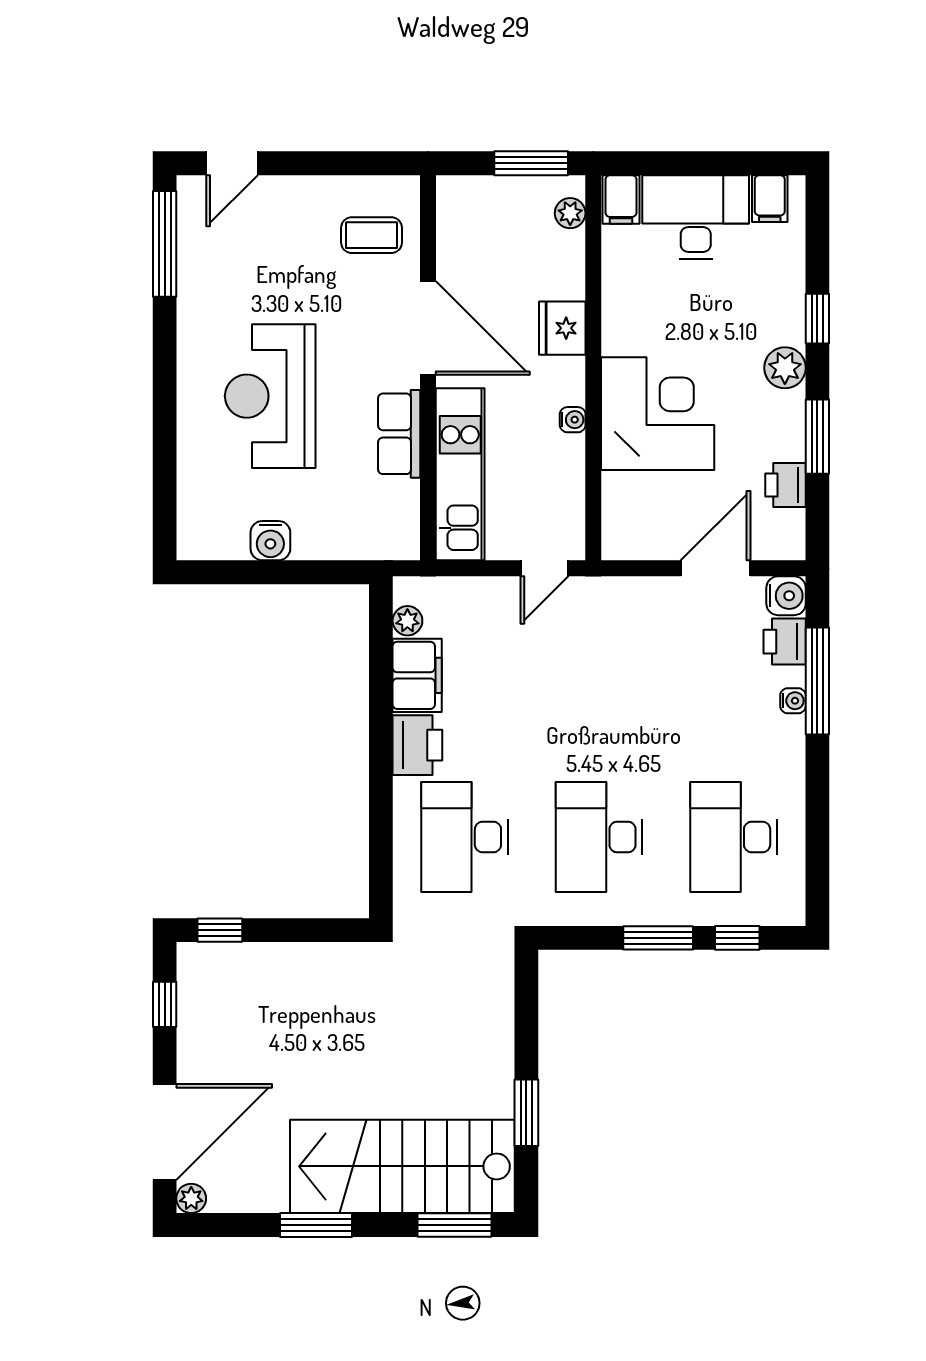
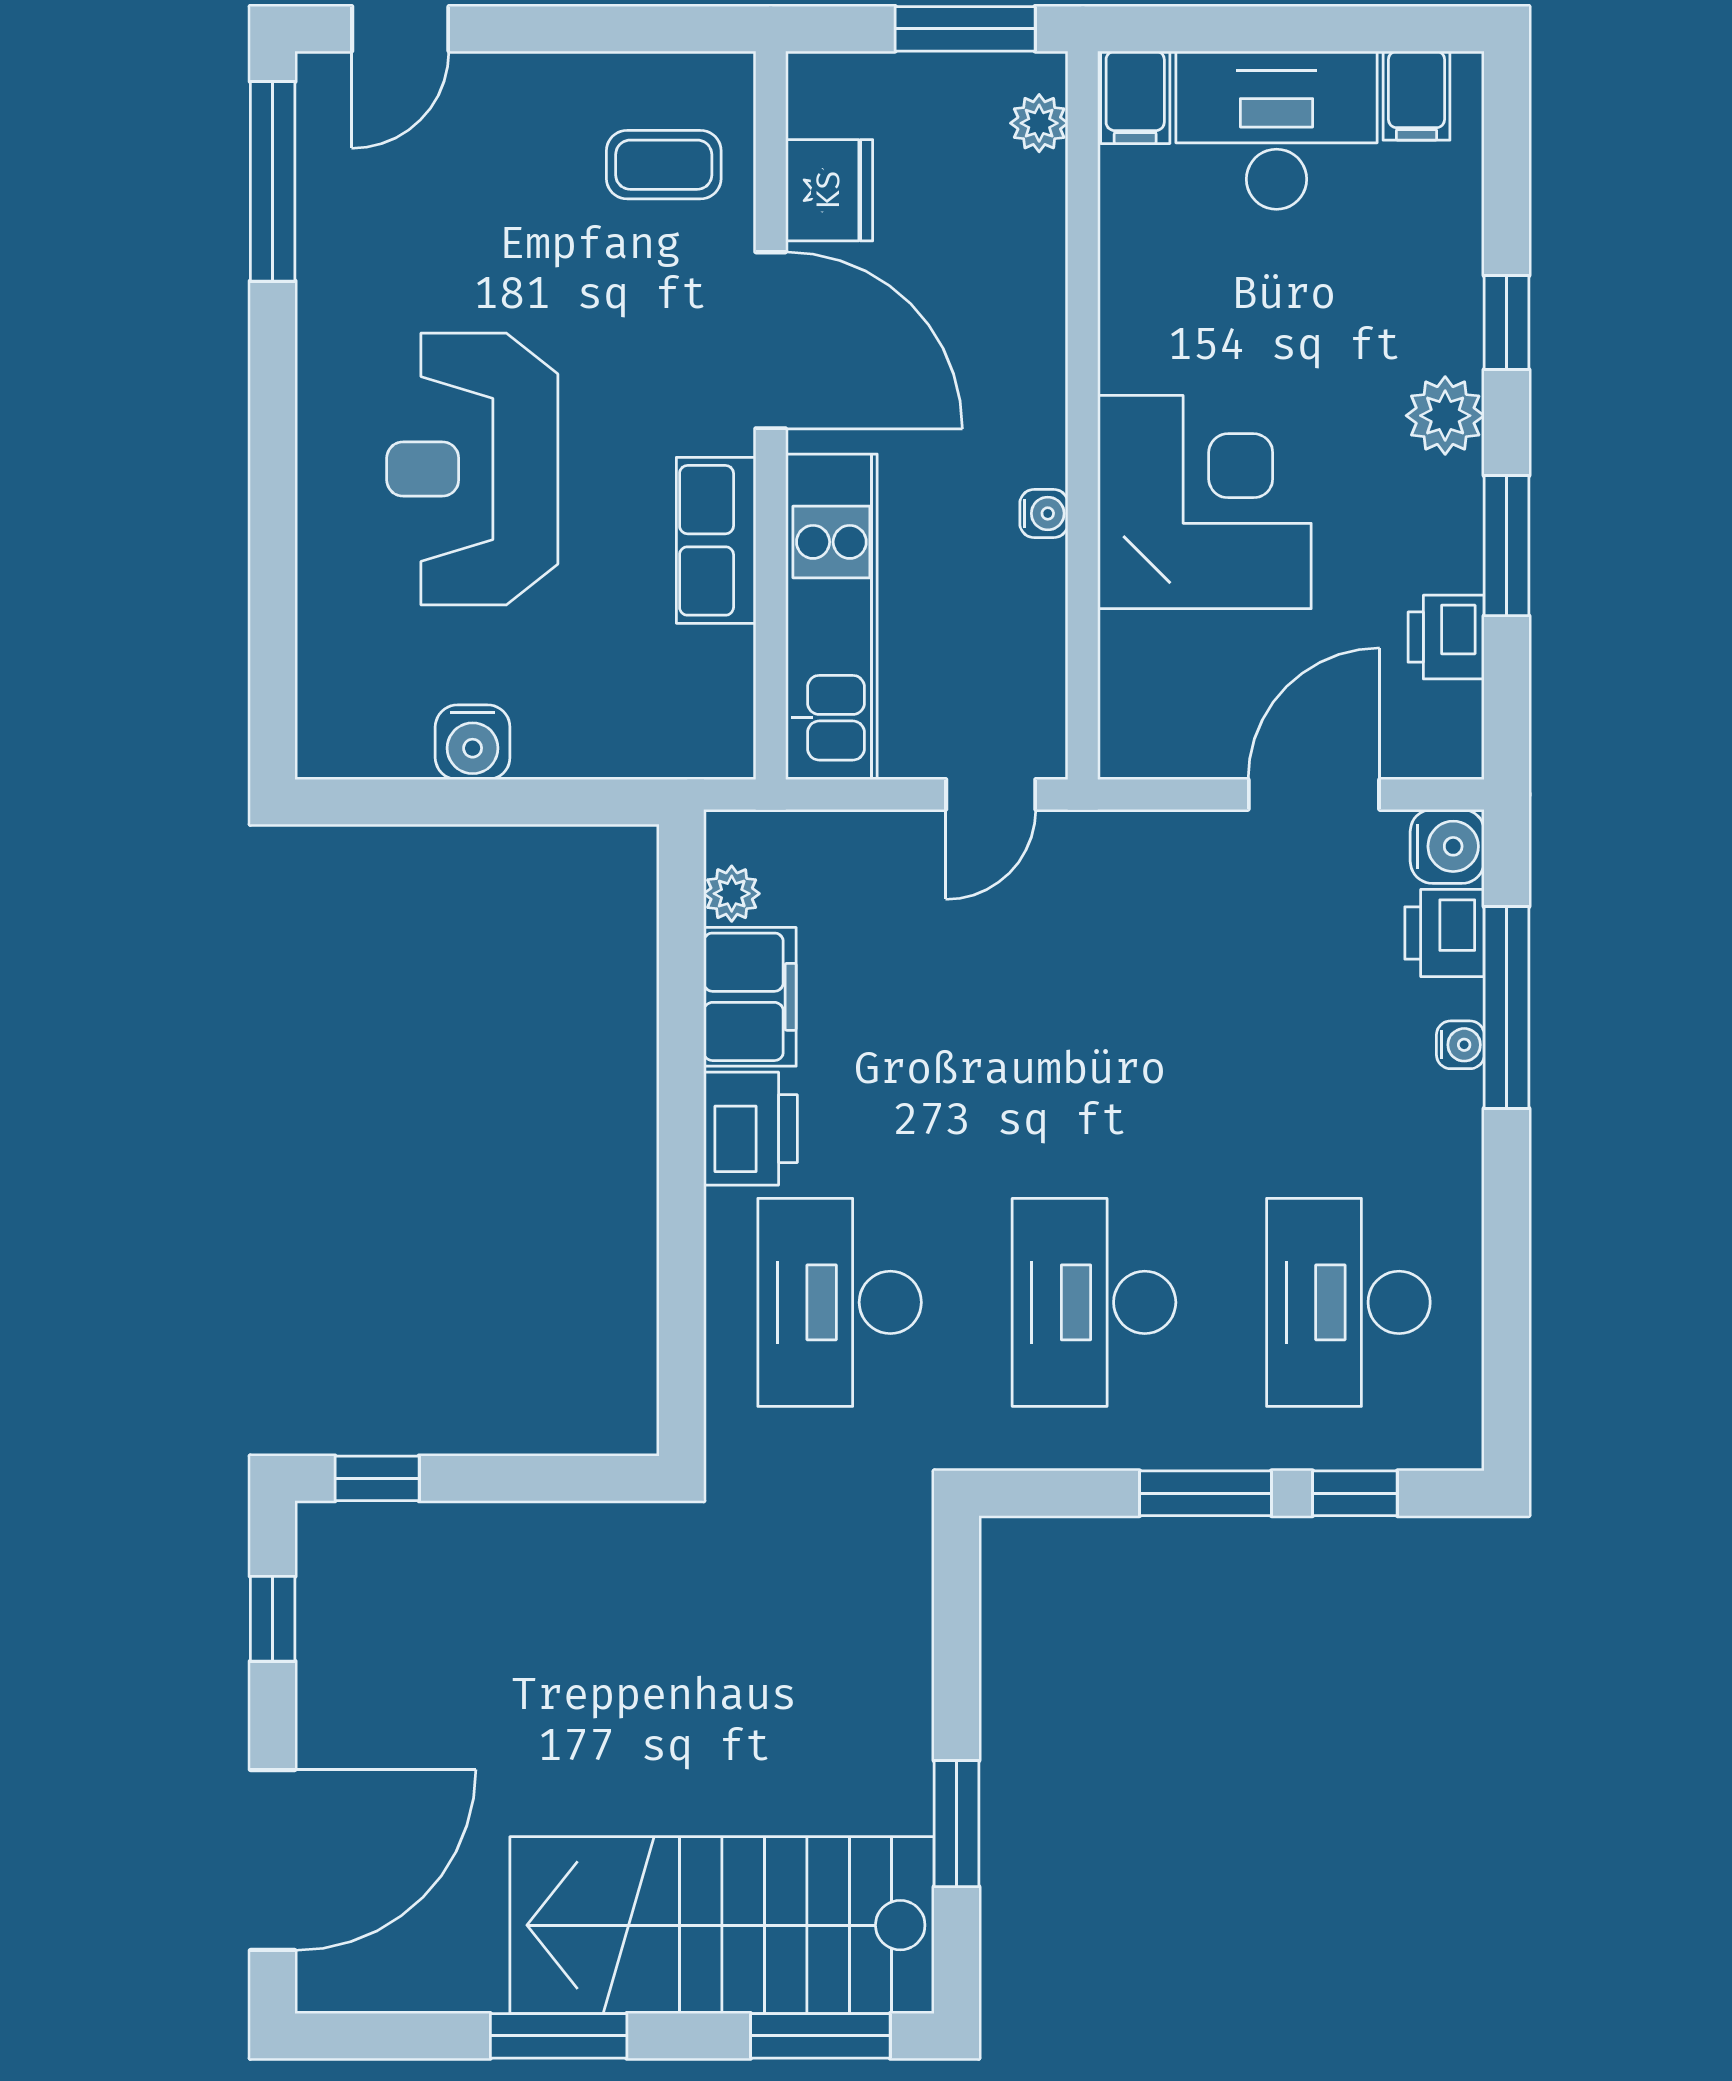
fridge: (562, 328) -> (829, 190), moved, turned 180
plant: (191, 1198) -> (323, 1986), removed

